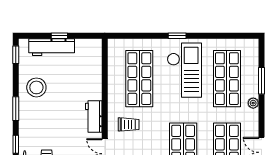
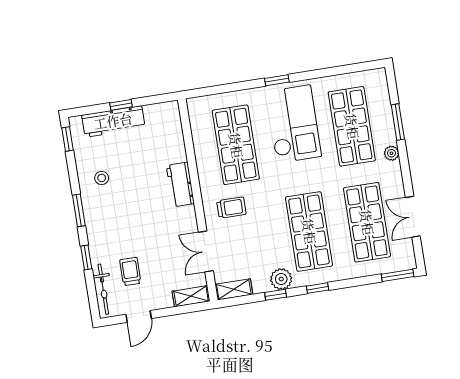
stool: (36, 87) -> (102, 178), width x0.53, depth x0.53
workbench: (94, 116) -> (180, 184), moved

